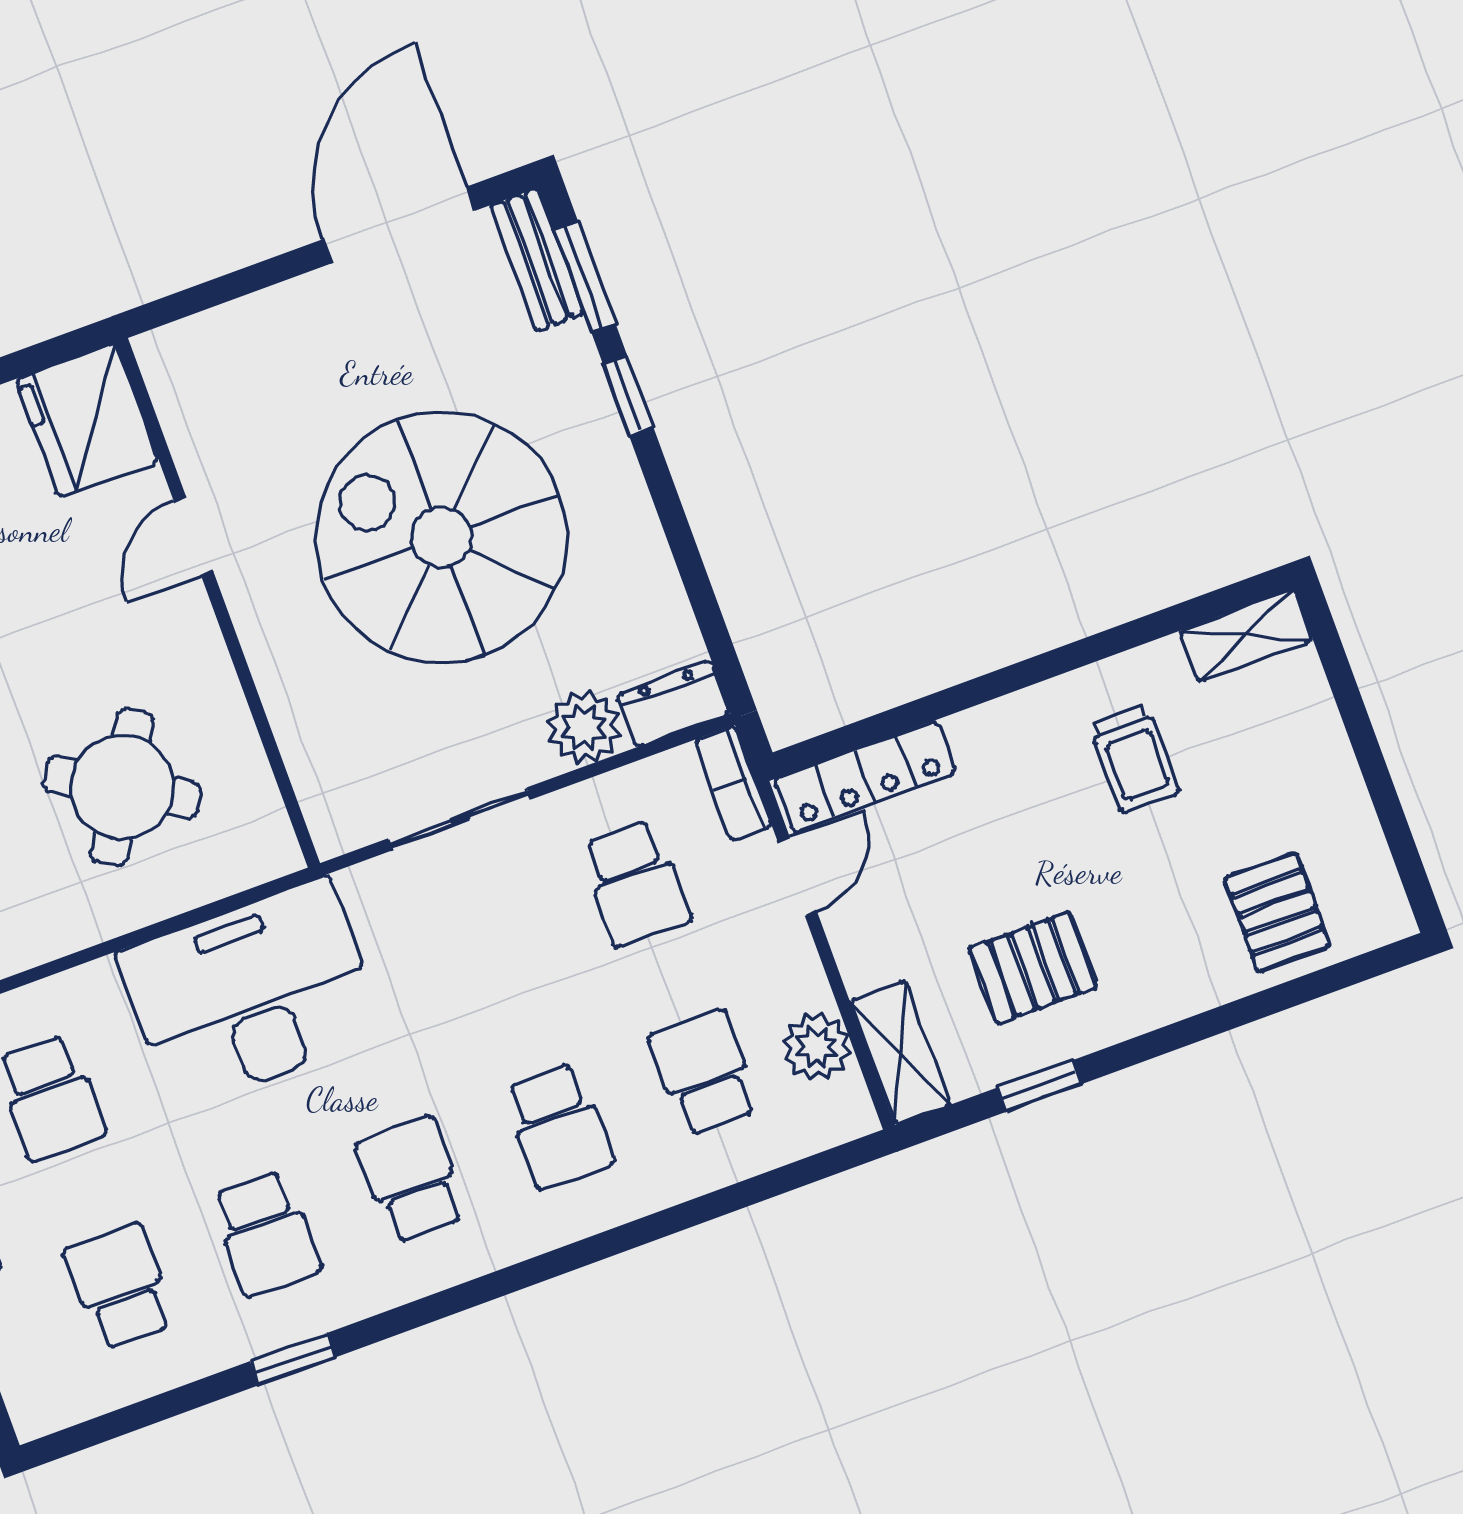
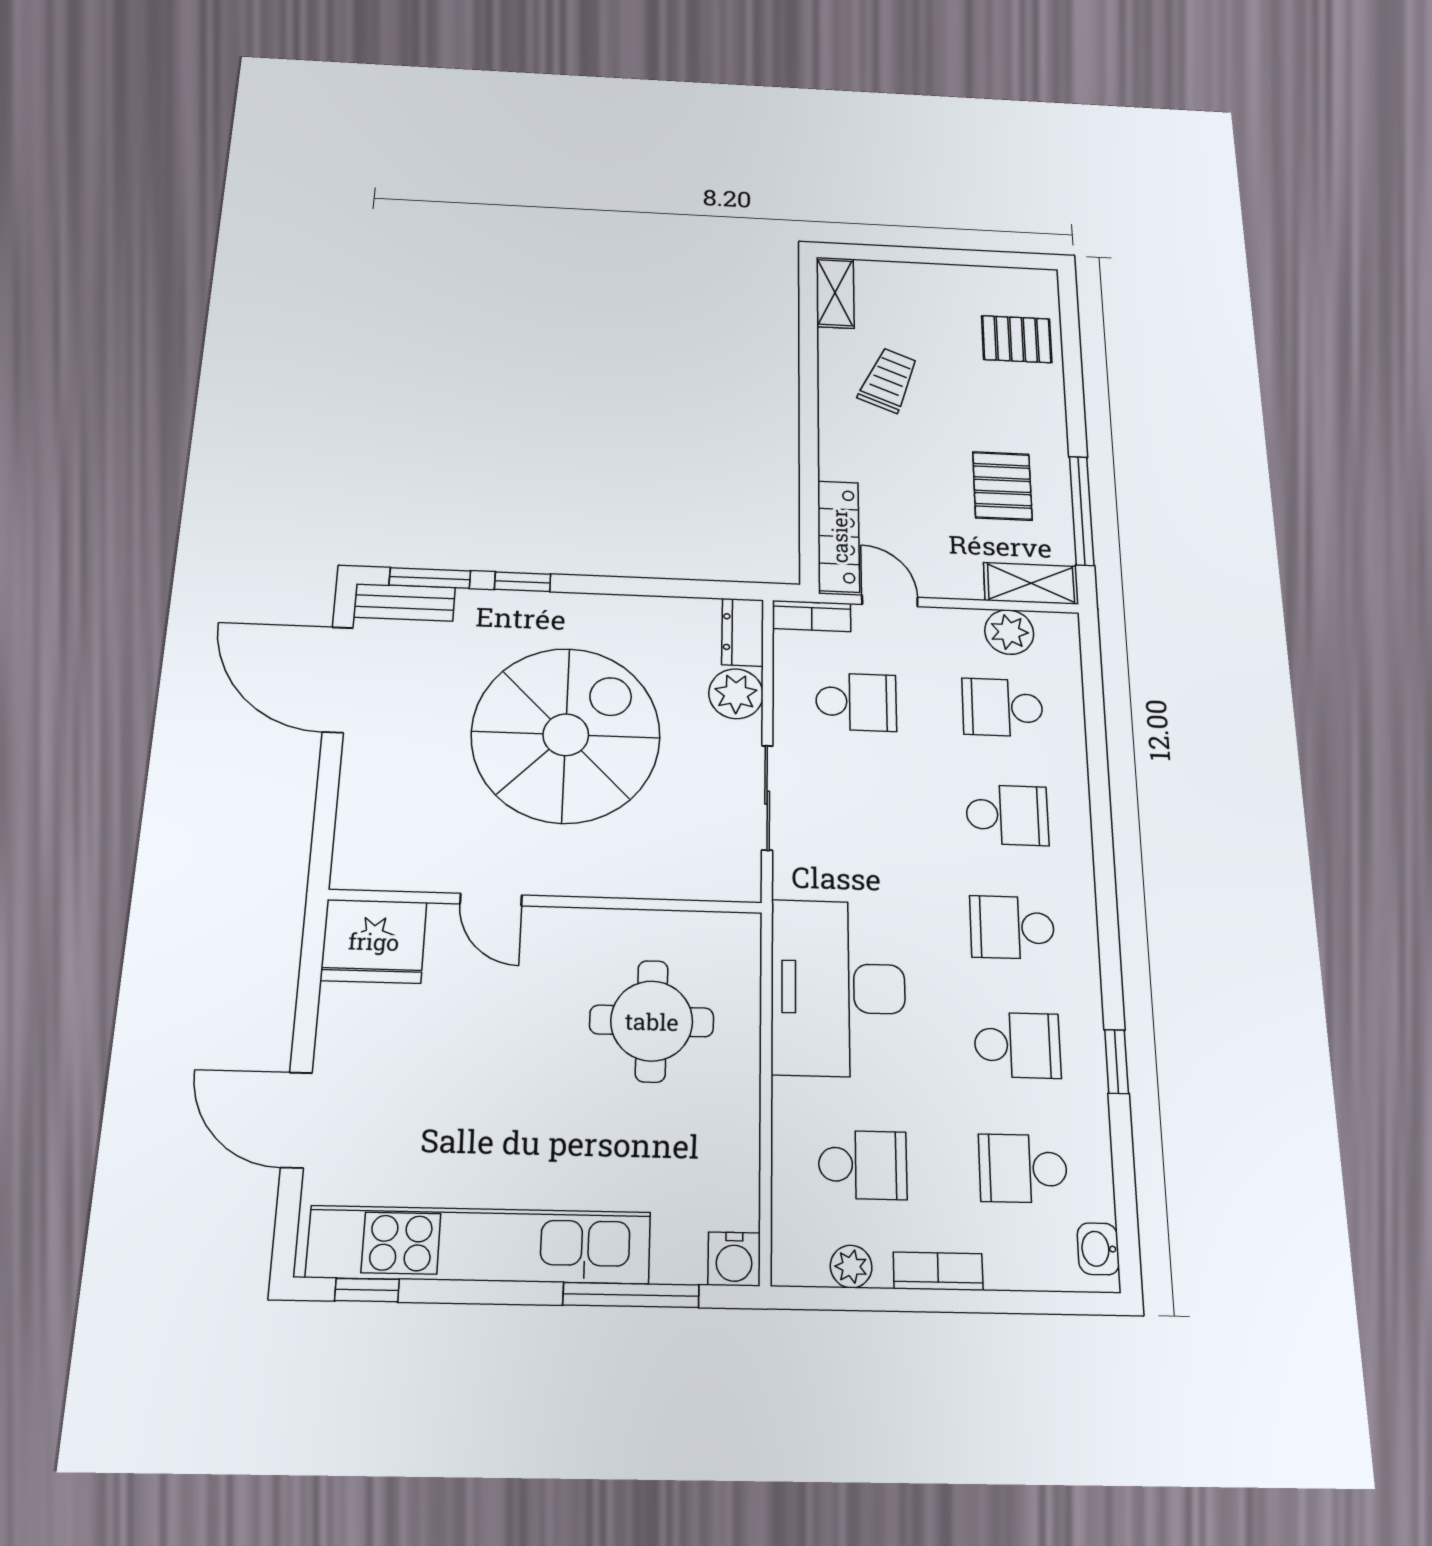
spiral stairs: (441, 537) -> (566, 735), turned 180
trolley: (1135, 759) -> (888, 380), turned -68
round table: (122, 787) -> (652, 1021), turned -31
window: (1039, 1086) -> (1082, 511), width x2.17
washbasin: (60, 1404) -> (1098, 1249), added

